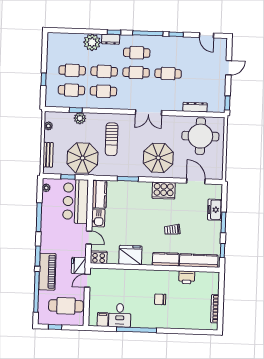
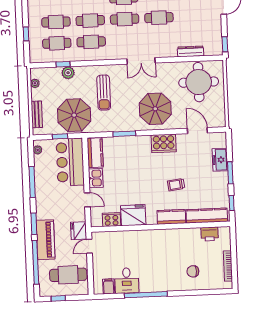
cooker: (99, 257) -> (111, 220), moved
printer: (187, 277) -> (209, 234), moved
chair: (160, 299) -> (193, 271), moved

